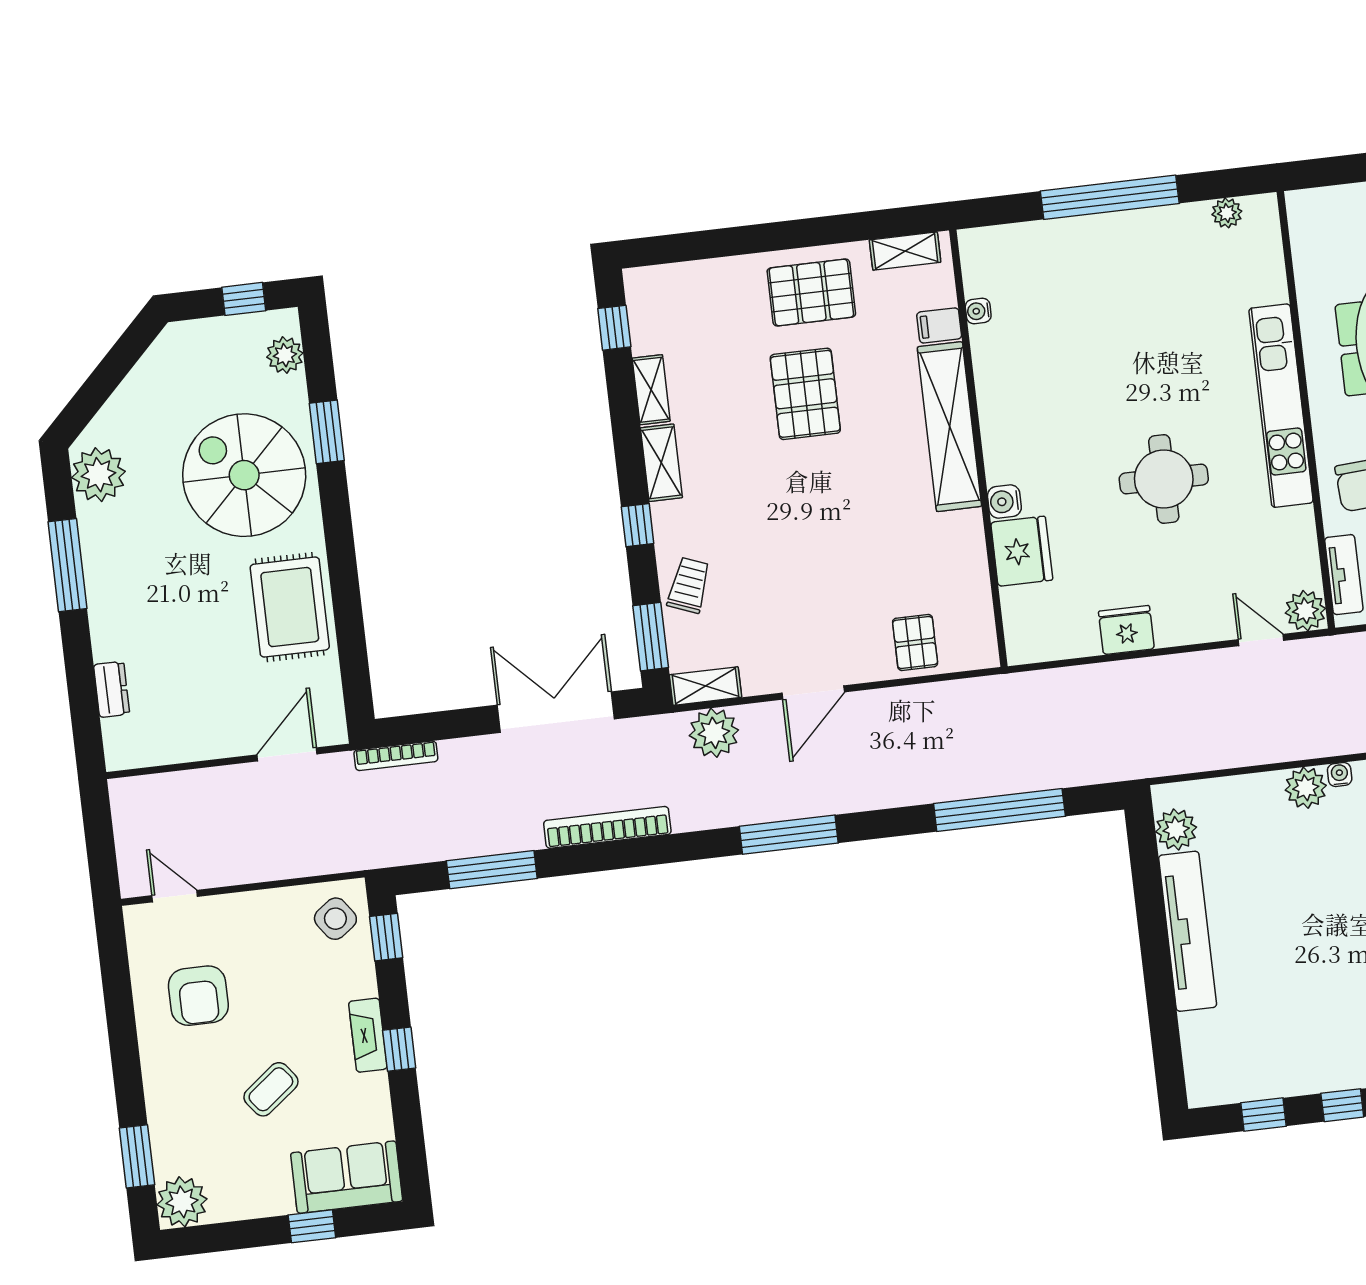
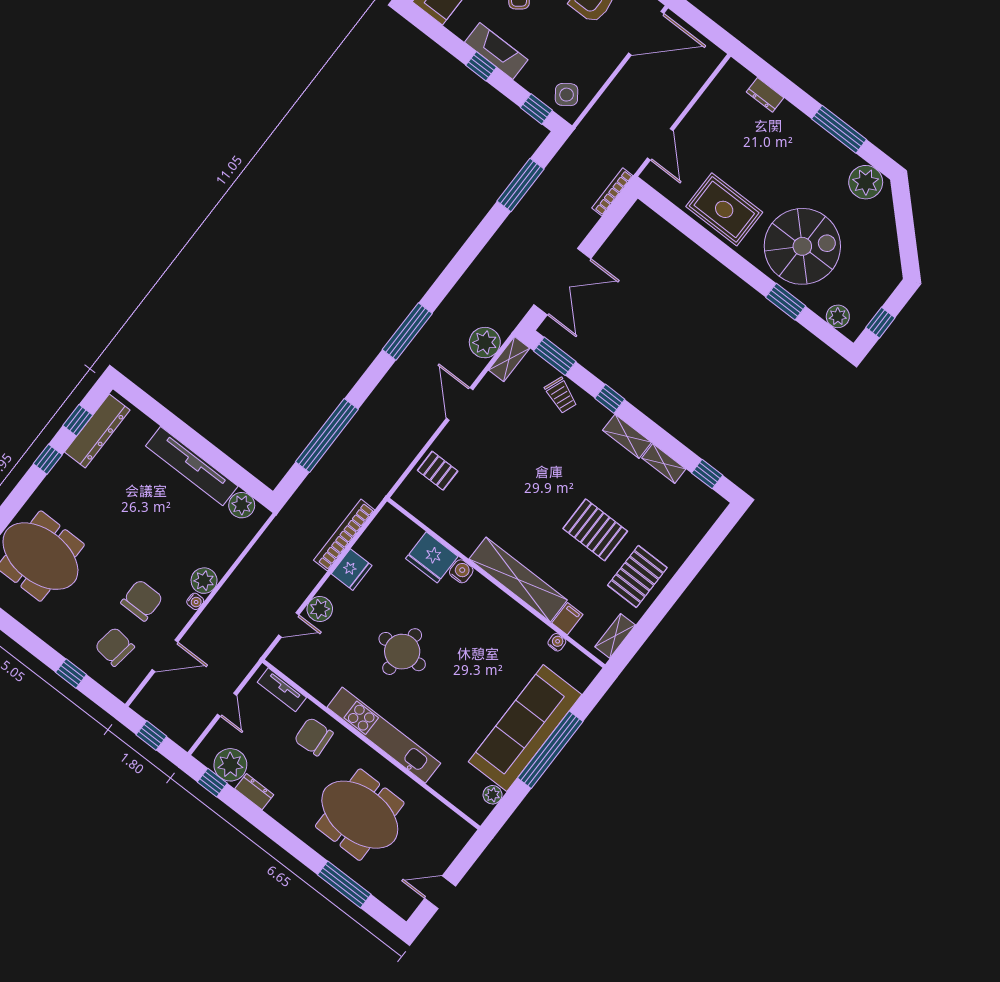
sofa: (1113, 251) -> (525, 728), added
plant: (1305, 611) -> (320, 609), moved
bookcase: (607, 827) -> (344, 535), moved, turned 180
door: (175, 896) -> (646, 33), width x1.87
fireplace: (368, 1035) -> (496, 51), width x1.37, depth x1.32
dresser: (1254, 1080) -> (97, 431), added

